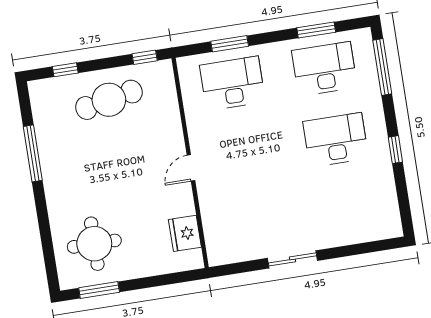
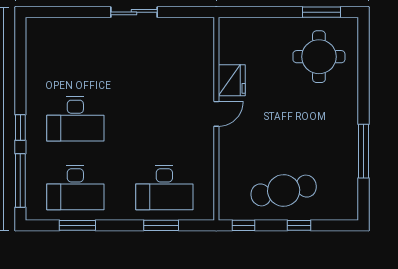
window: (65, 70) -> (299, 225), moved
window: (395, 150) -> (20, 127), moved
fridge: (185, 233) -> (232, 80), moved

